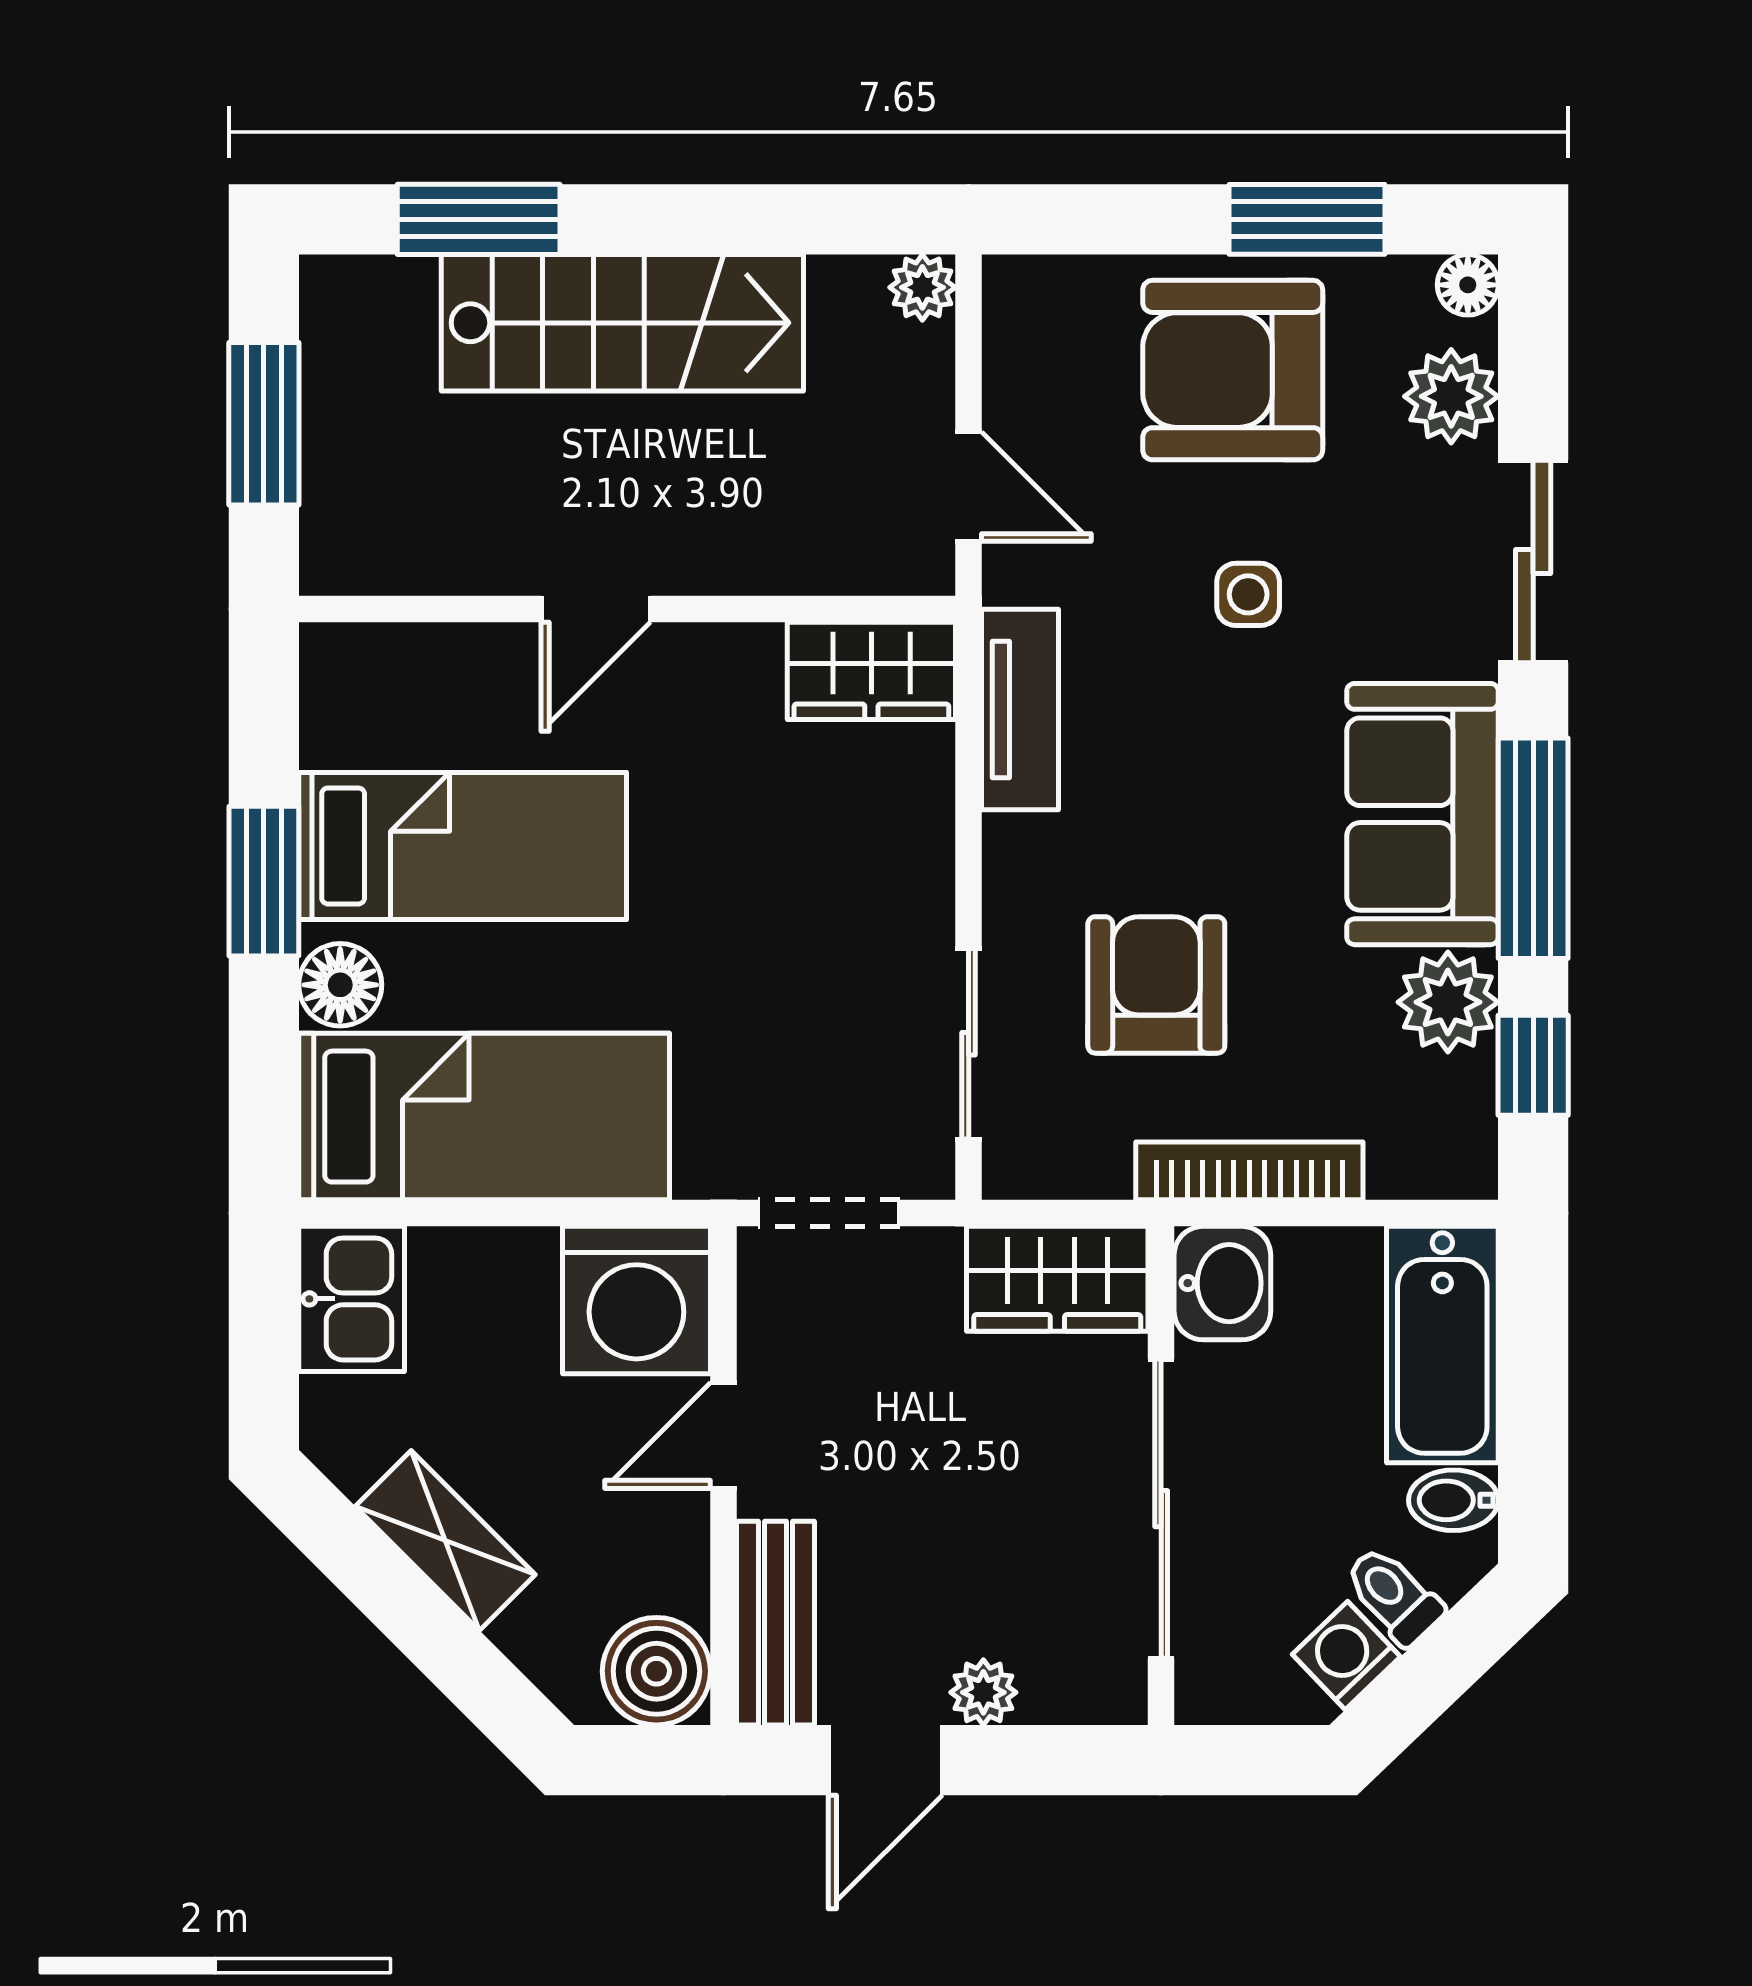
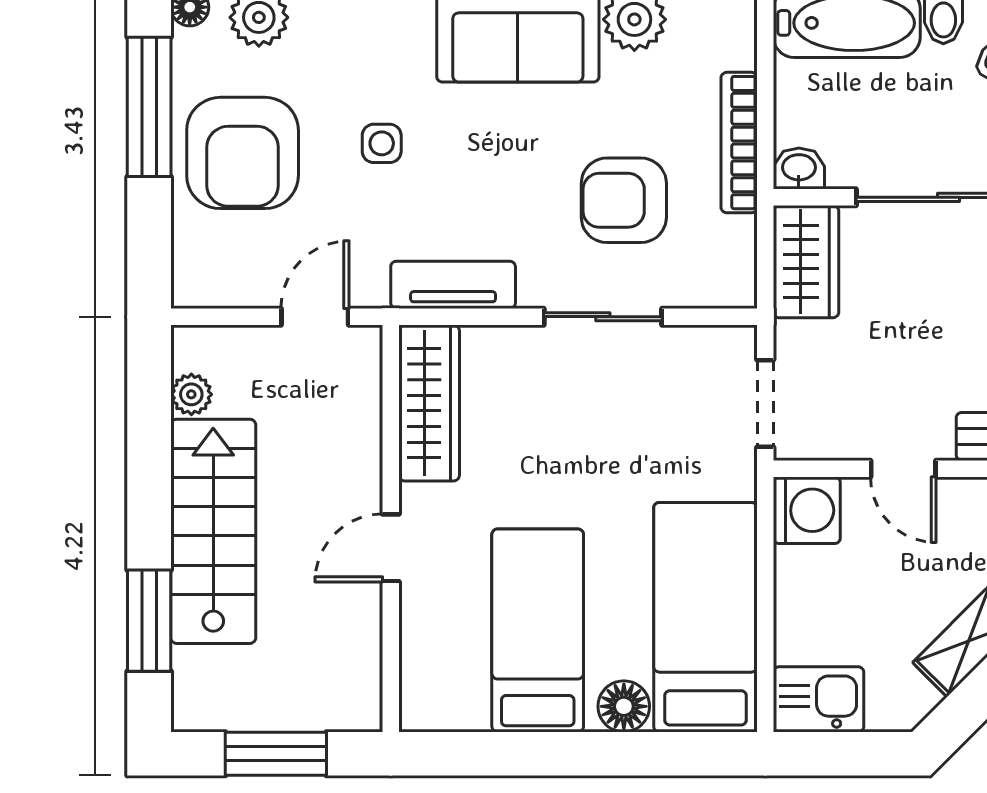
window: (1307, 219) -> (149, 107), width x1.44
plant: (922, 287) -> (191, 394), moved
door: (596, 609) -> (391, 548), swing flipped
wardrobe: (871, 671) -> (429, 403), width x1.50
window: (264, 881) -> (559, 754), removed
sliding door: (969, 1044) -> (603, 317), moved
washbasin: (1222, 1283) -> (799, 169), width x0.72, depth x0.69
washing machine: (636, 1300) -> (807, 510), width x0.73, depth x0.73

